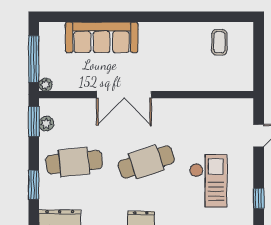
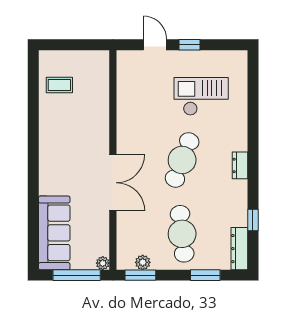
sofa: (102, 37) -> (54, 233), moved
cafe table: (146, 162) -> (182, 160), turned 39
window: (259, 198) -> (189, 45), moved

